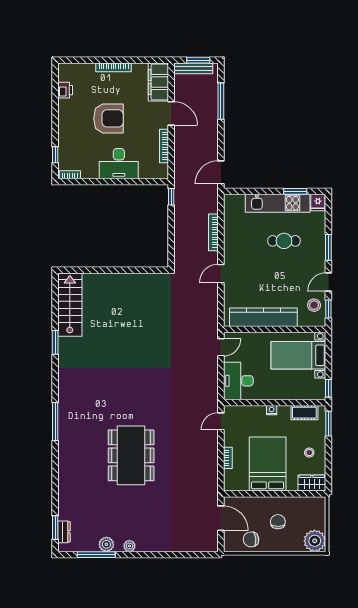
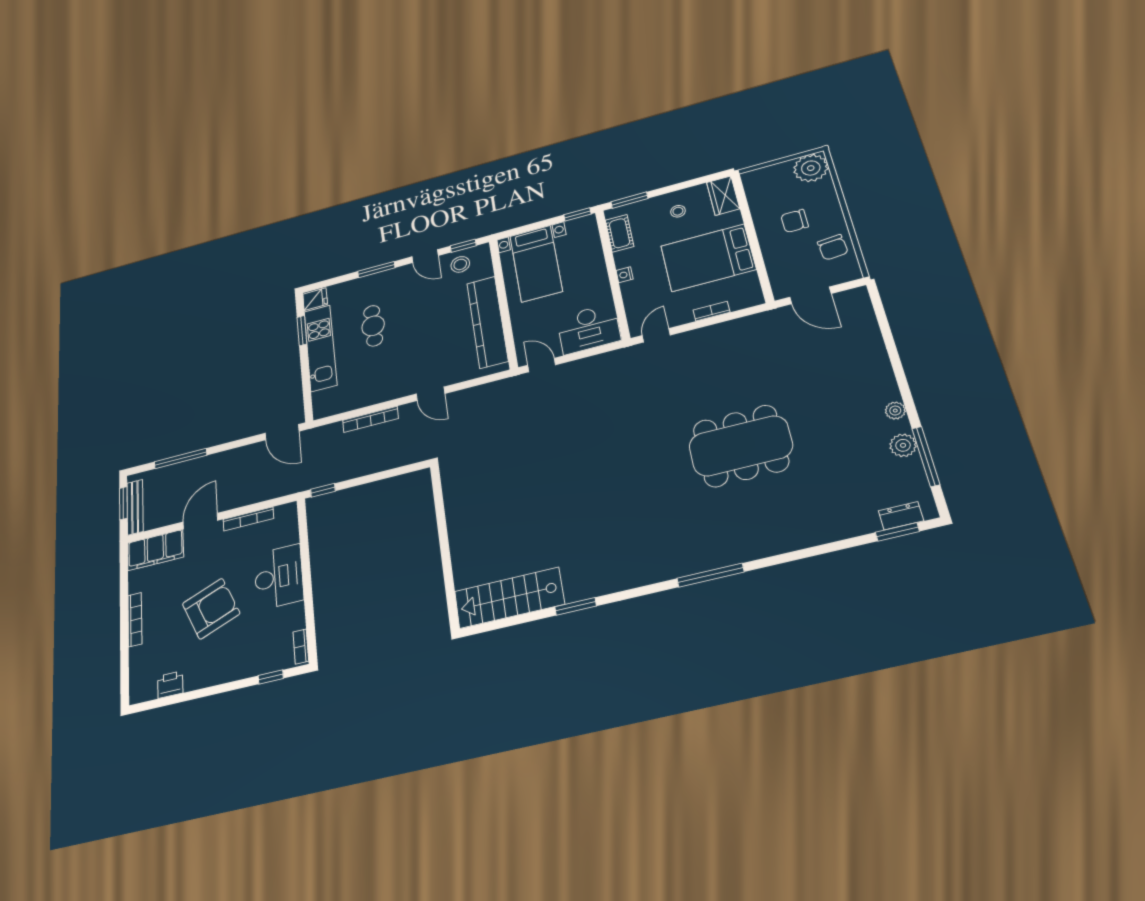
armchair: (109, 118) -> (211, 609), turned 68
door: (221, 421) -> (656, 335), swing flipped
door: (221, 518) -> (810, 295), swing flipped

